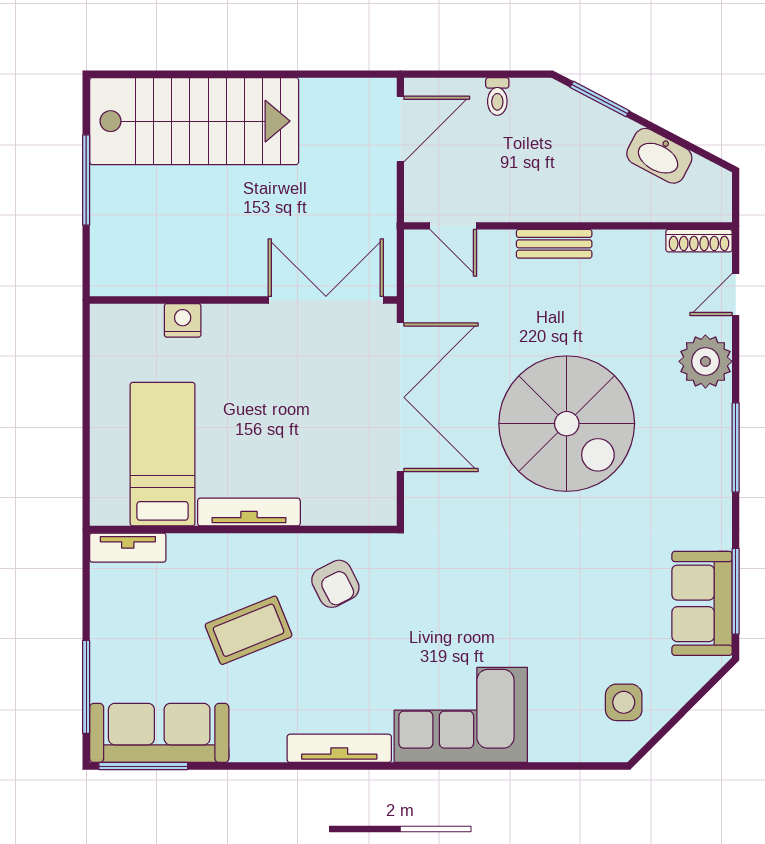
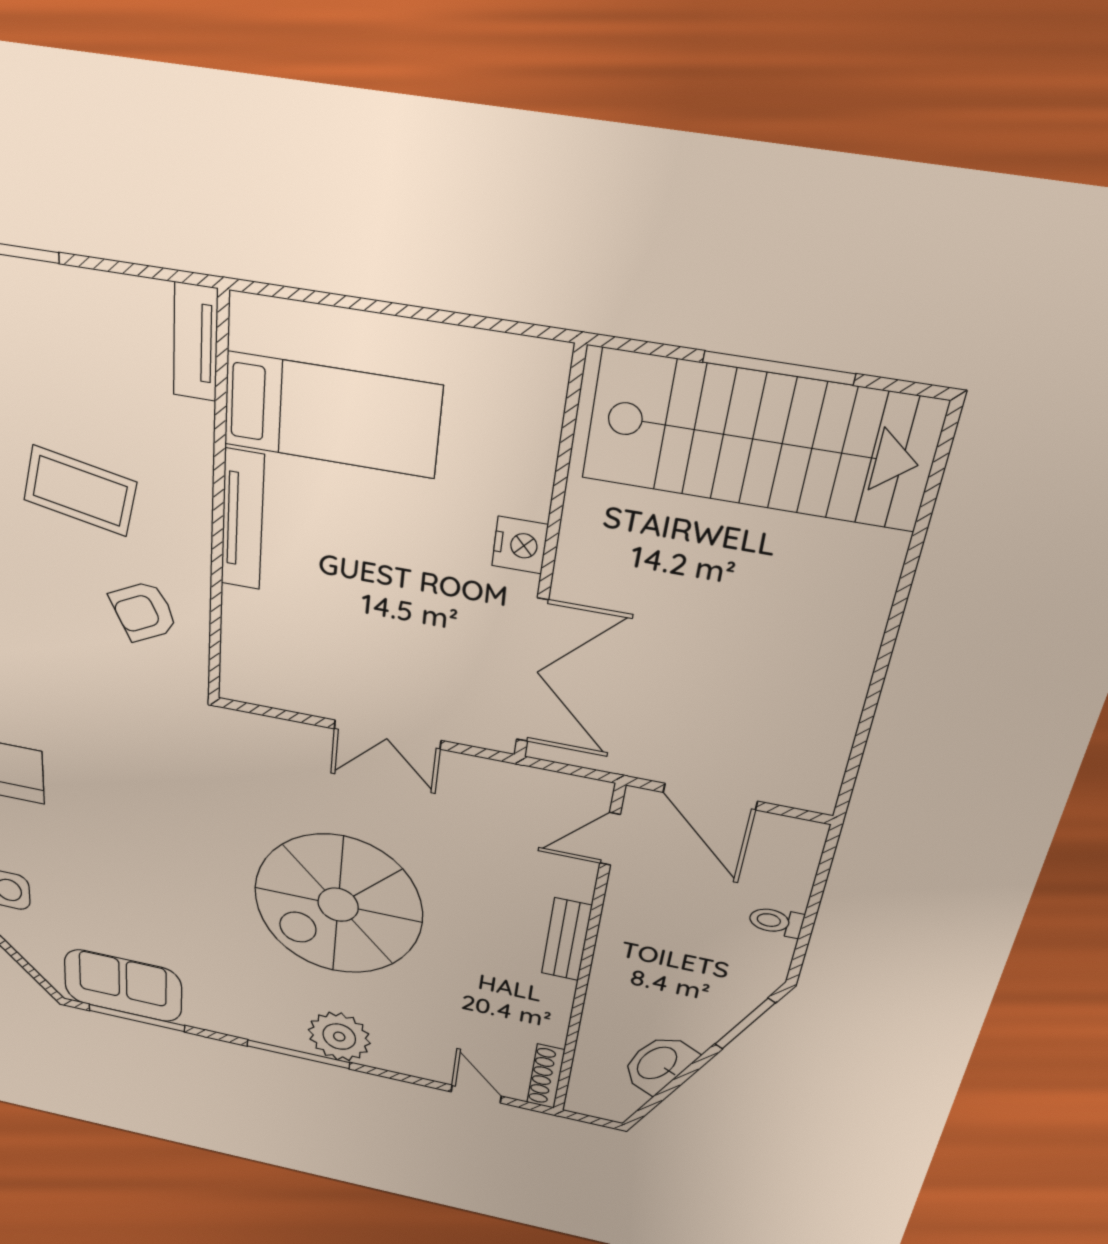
stairs: (194, 121) -> (760, 440), moved, turned -90
door: (400, 129) -> (710, 797), moved
nightstand: (183, 320) -> (520, 545), moved
plant: (705, 361) -> (339, 1037), moved
double door: (400, 397) -> (387, 735), width x0.54
coffee table: (249, 630) -> (80, 491), turned -57

